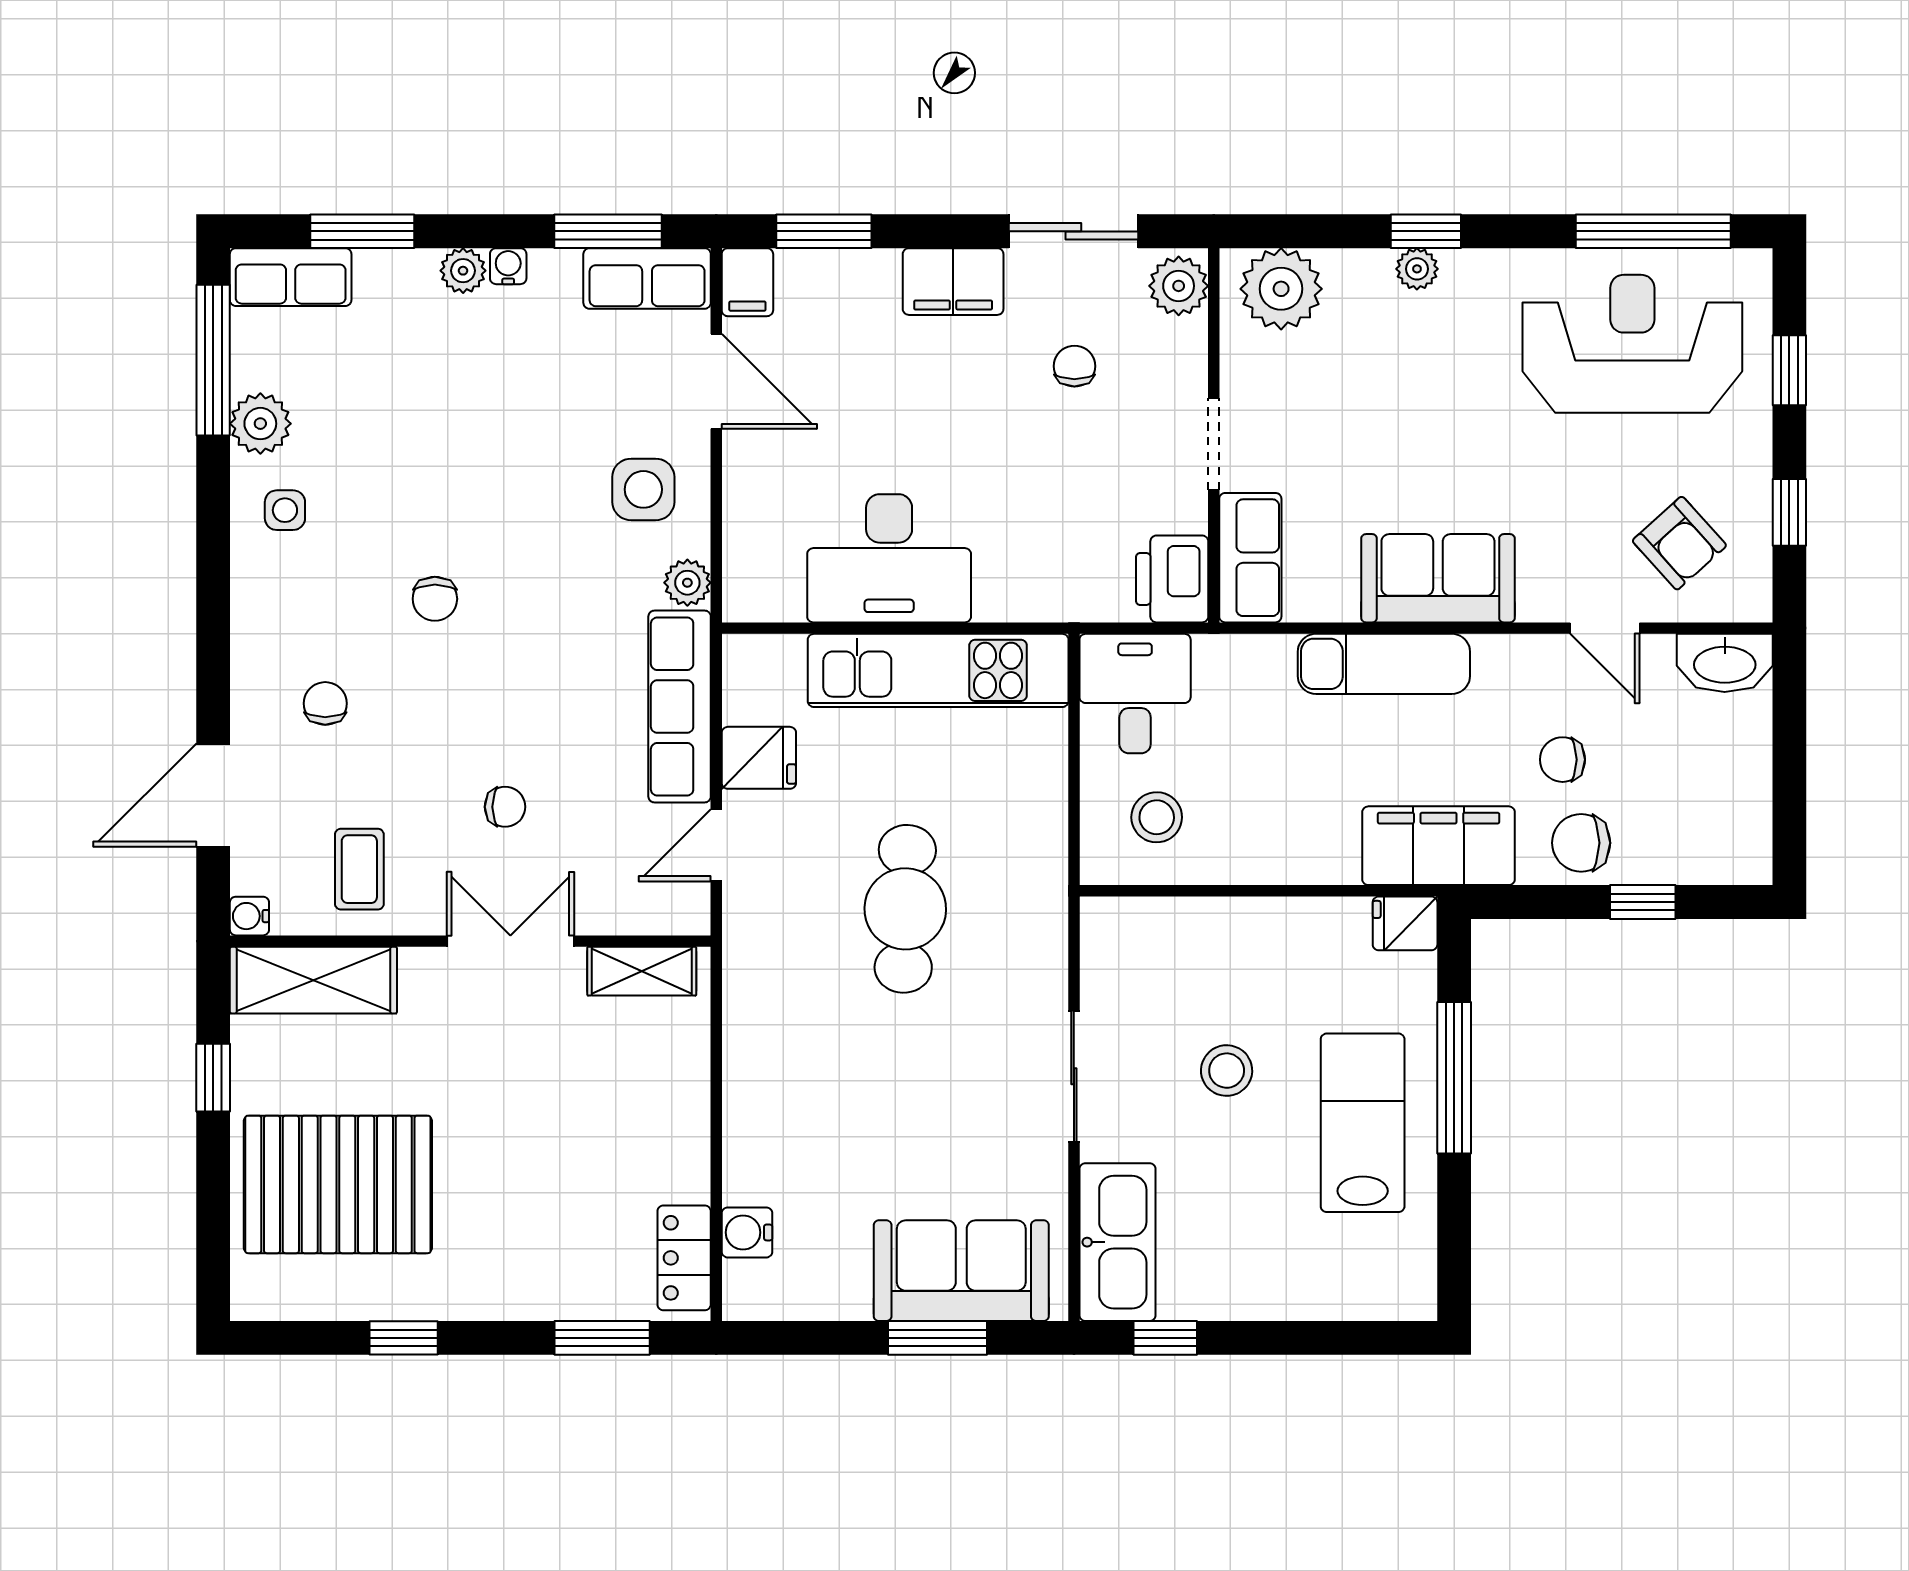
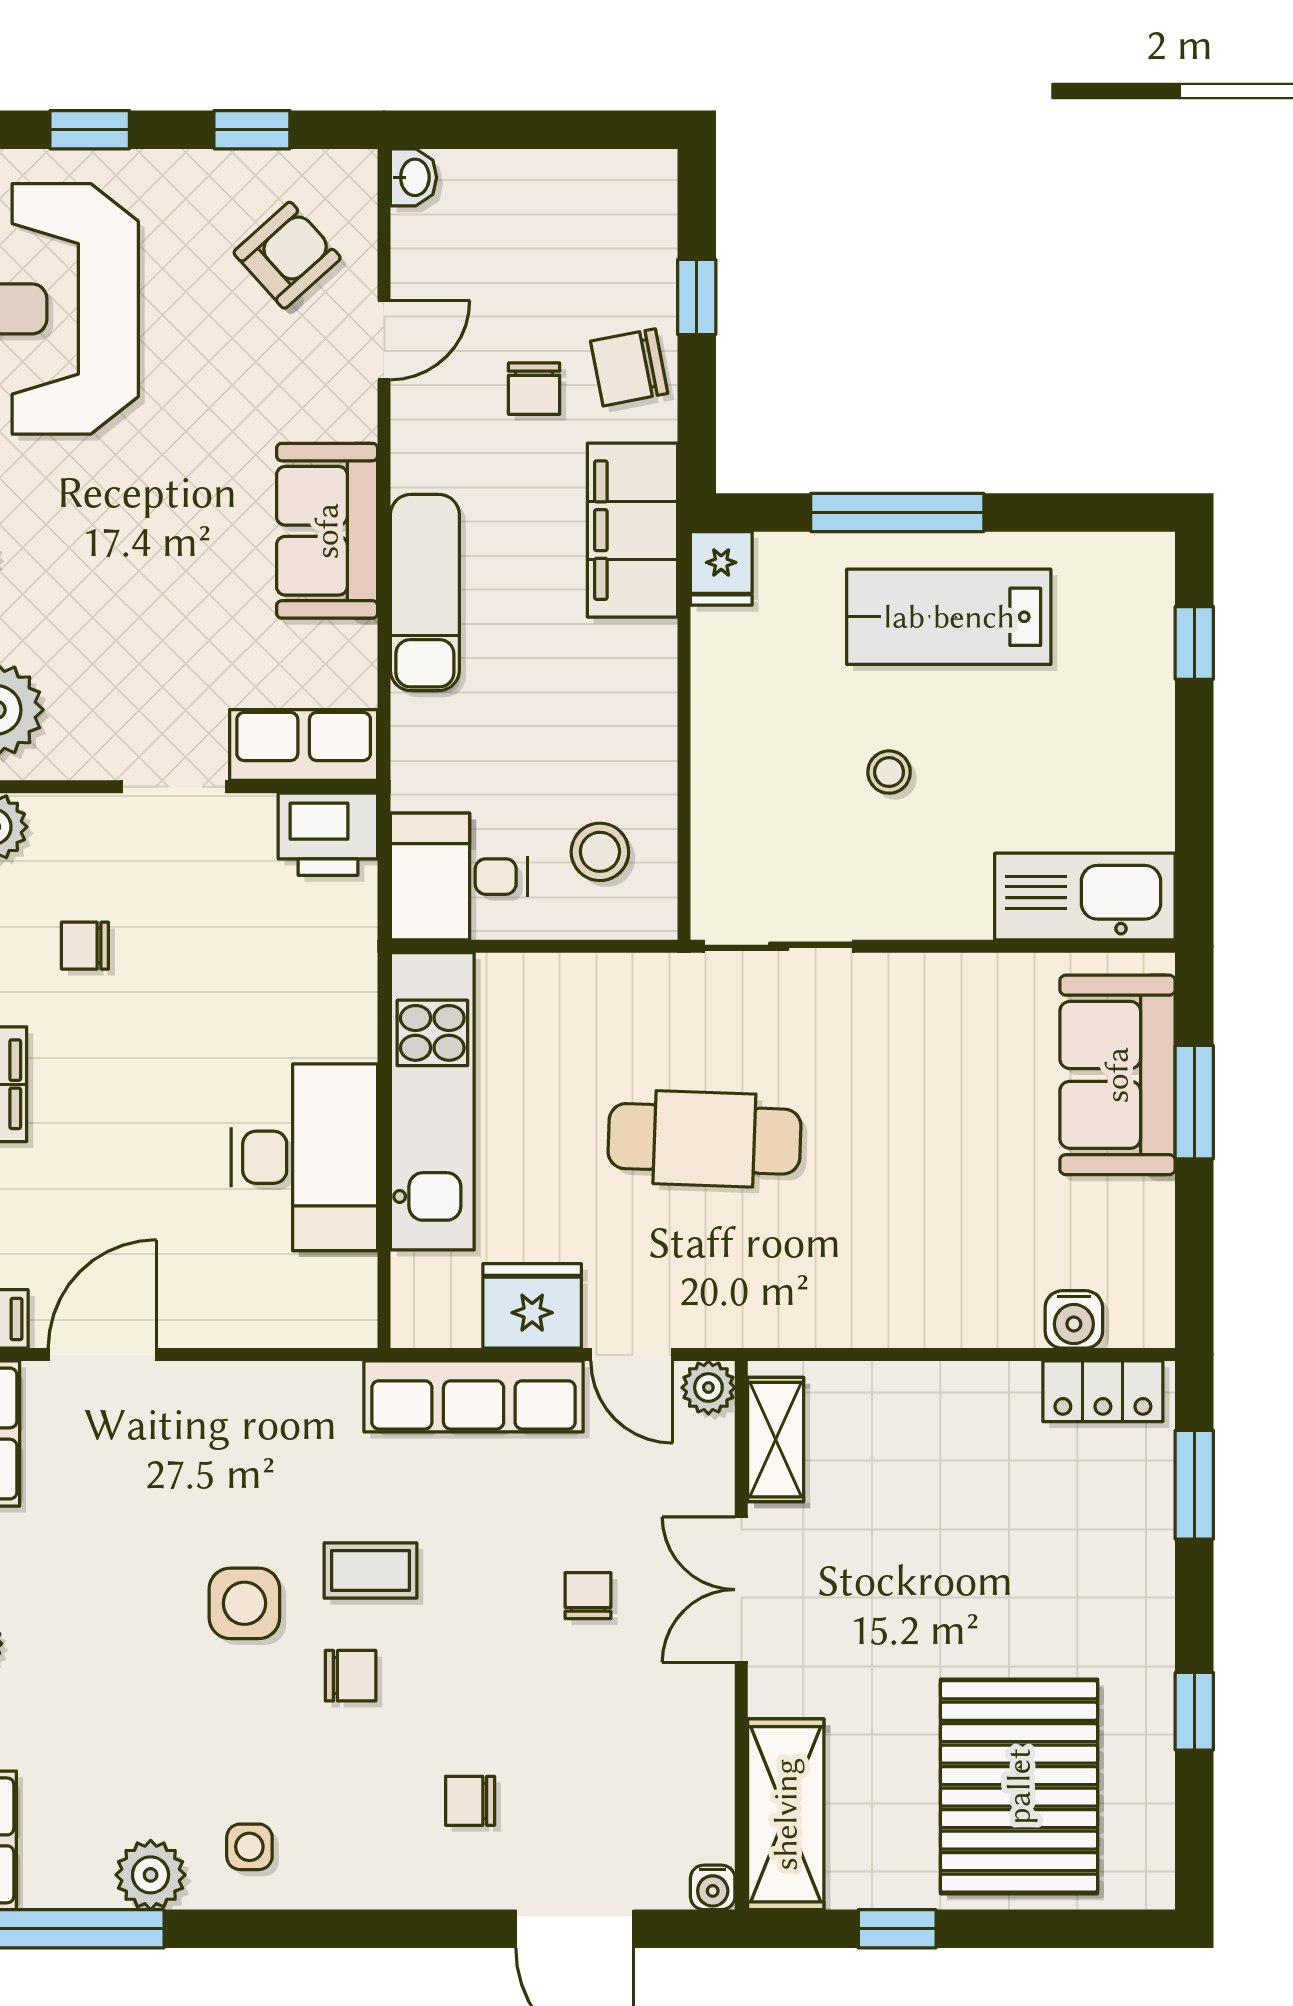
side table: (643, 489) -> (244, 1603), moved
plant: (687, 583) -> (708, 1388), moved
washbasin: (1725, 663) -> (414, 177), width x0.52, depth x0.69
fridge: (759, 758) -> (532, 1306), width x1.38
chair: (1581, 843) -> (629, 367), turned 79
coffee table: (359, 869) -> (371, 1570), moved
stool: (1227, 1071) -> (889, 772), width x0.73, depth x0.73
sliding door: (1074, 1076) -> (779, 946), moved
window: (1165, 1338) -> (1194, 643), moved

